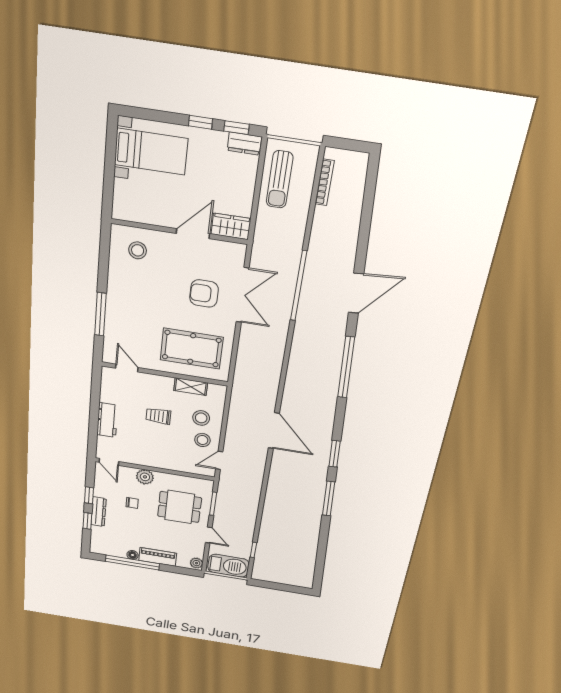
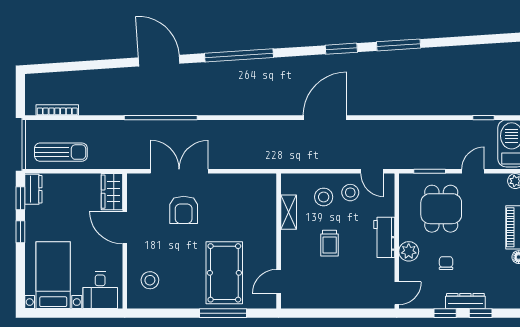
desk: (131, 199) -> (100, 290), added
pool table: (192, 349) -> (224, 273), moved
workbench: (107, 420) -> (384, 237), moved, turned -90

